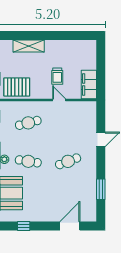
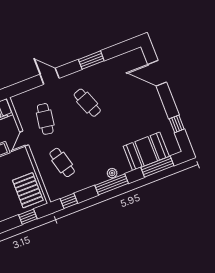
cafe table: (28, 161) -> (45, 119), moved
window: (101, 189) -> (91, 60), moved

